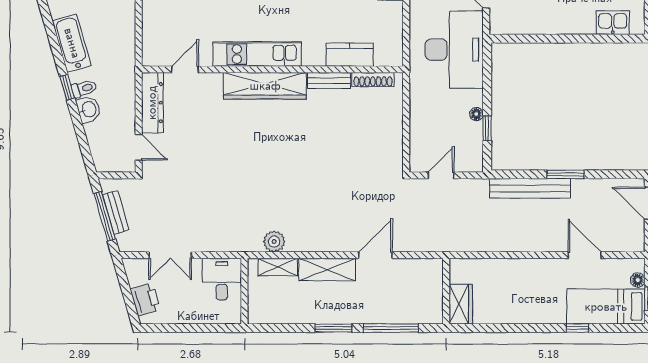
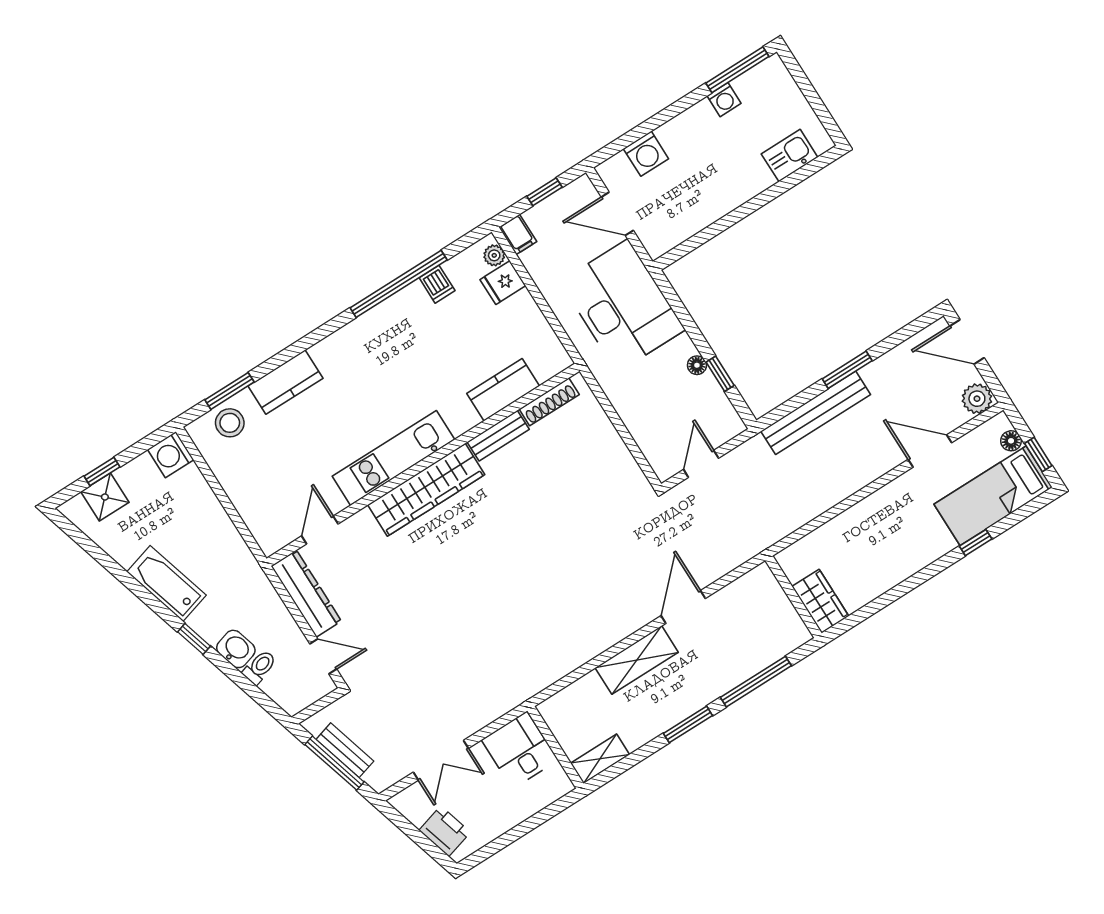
toilet: (84, 88) -> (260, 667), moved
plant: (274, 241) -> (977, 399), moved
shelving: (278, 267) -> (600, 759), moved

